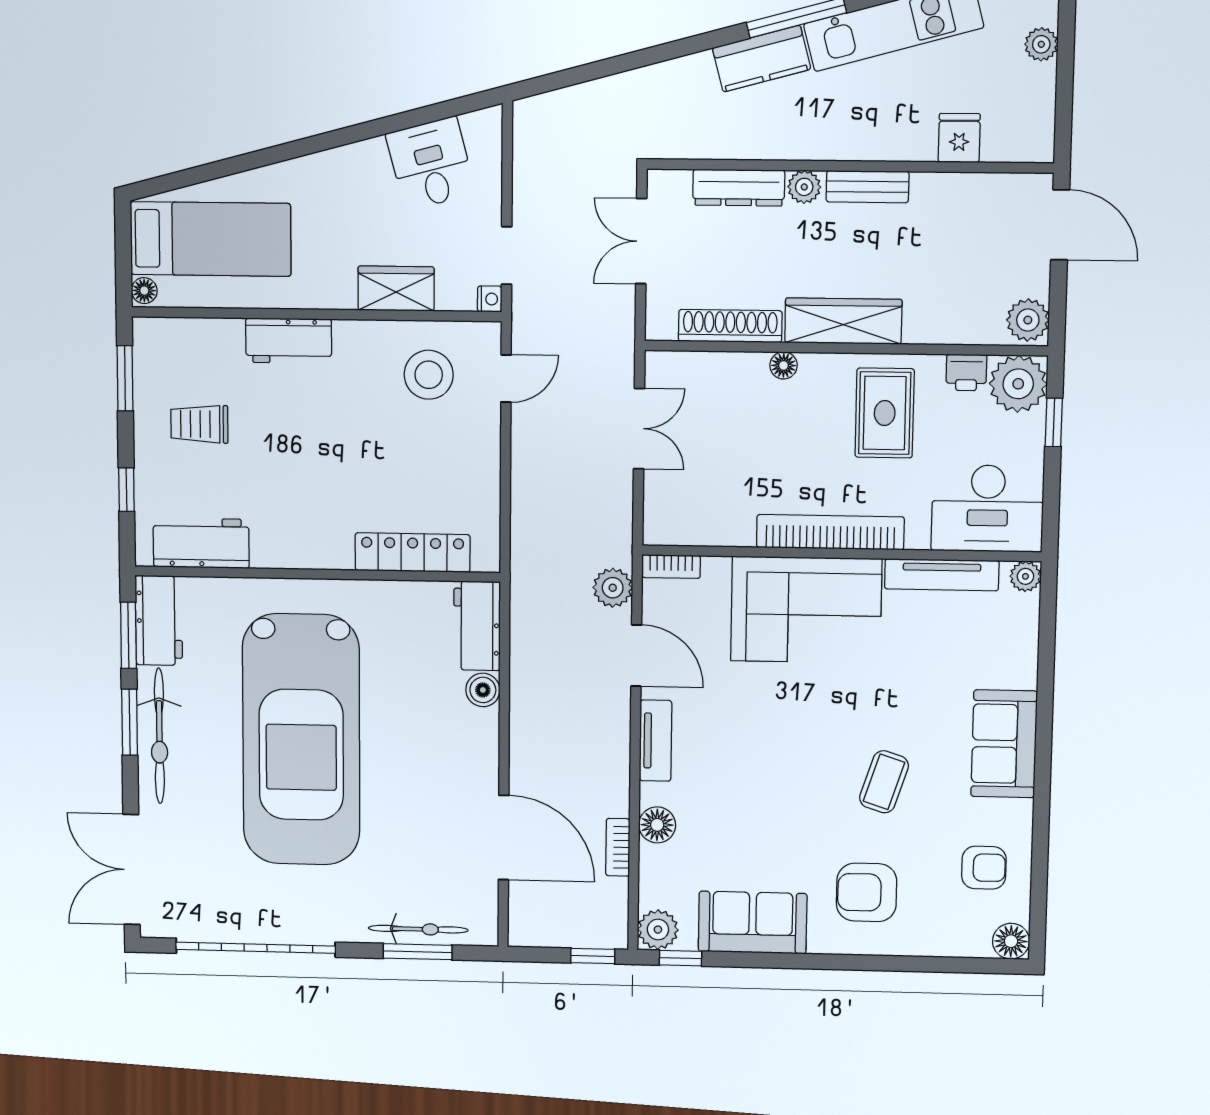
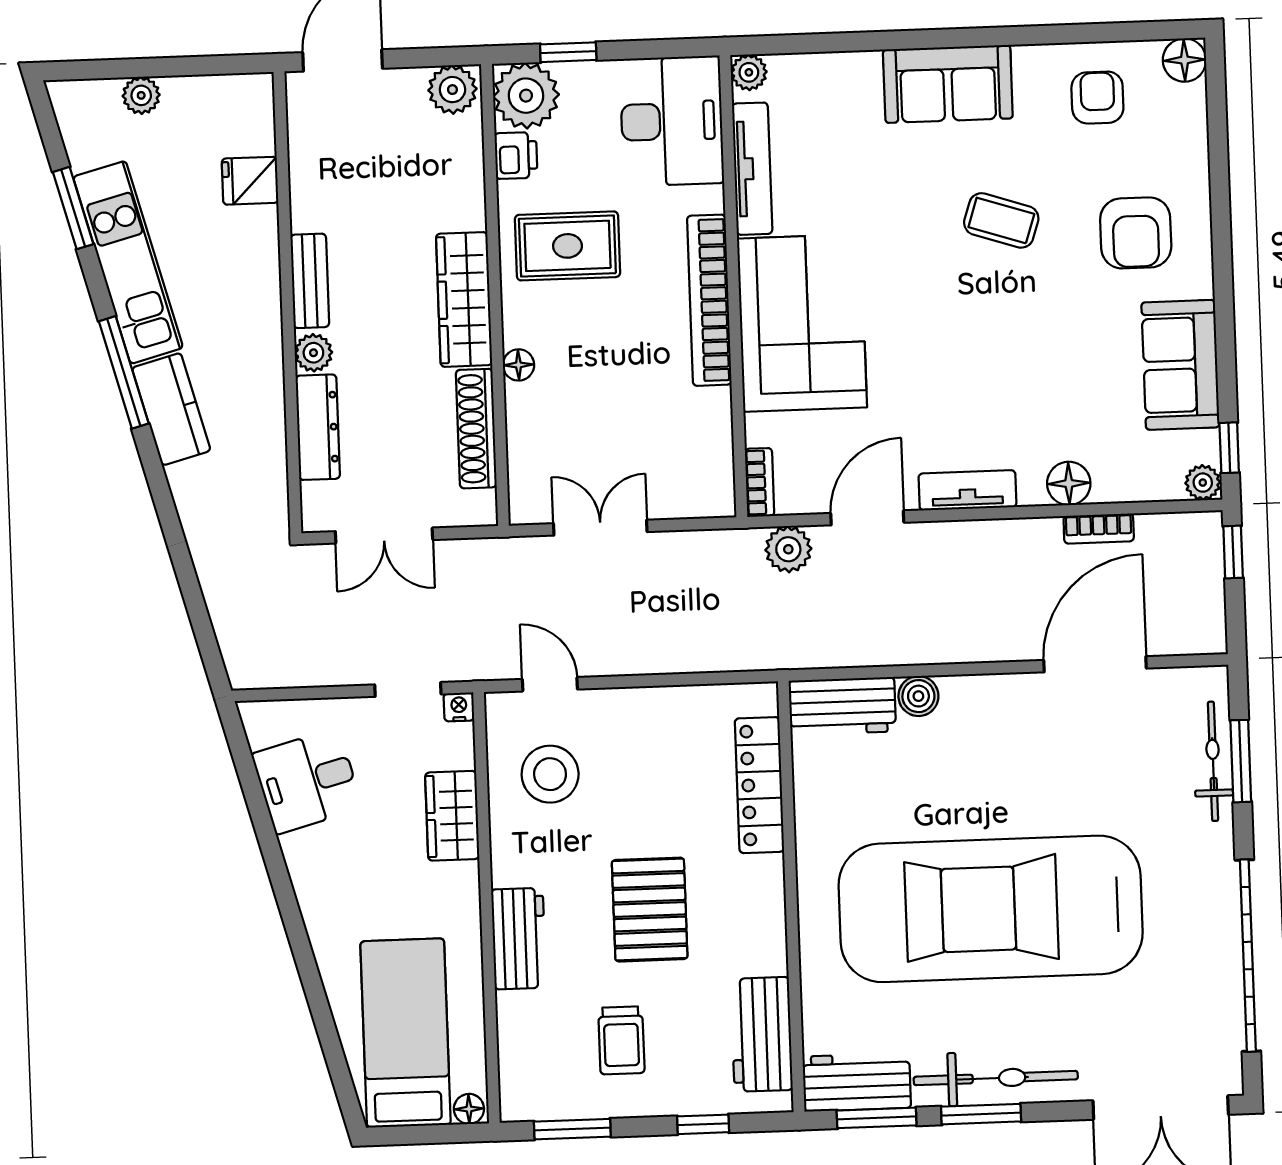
pallet: (310, 454) -> (650, 910), added
car: (301, 740) -> (991, 909), turned 180
plant: (658, 930) -> (1203, 483), width x0.73, depth x0.73

